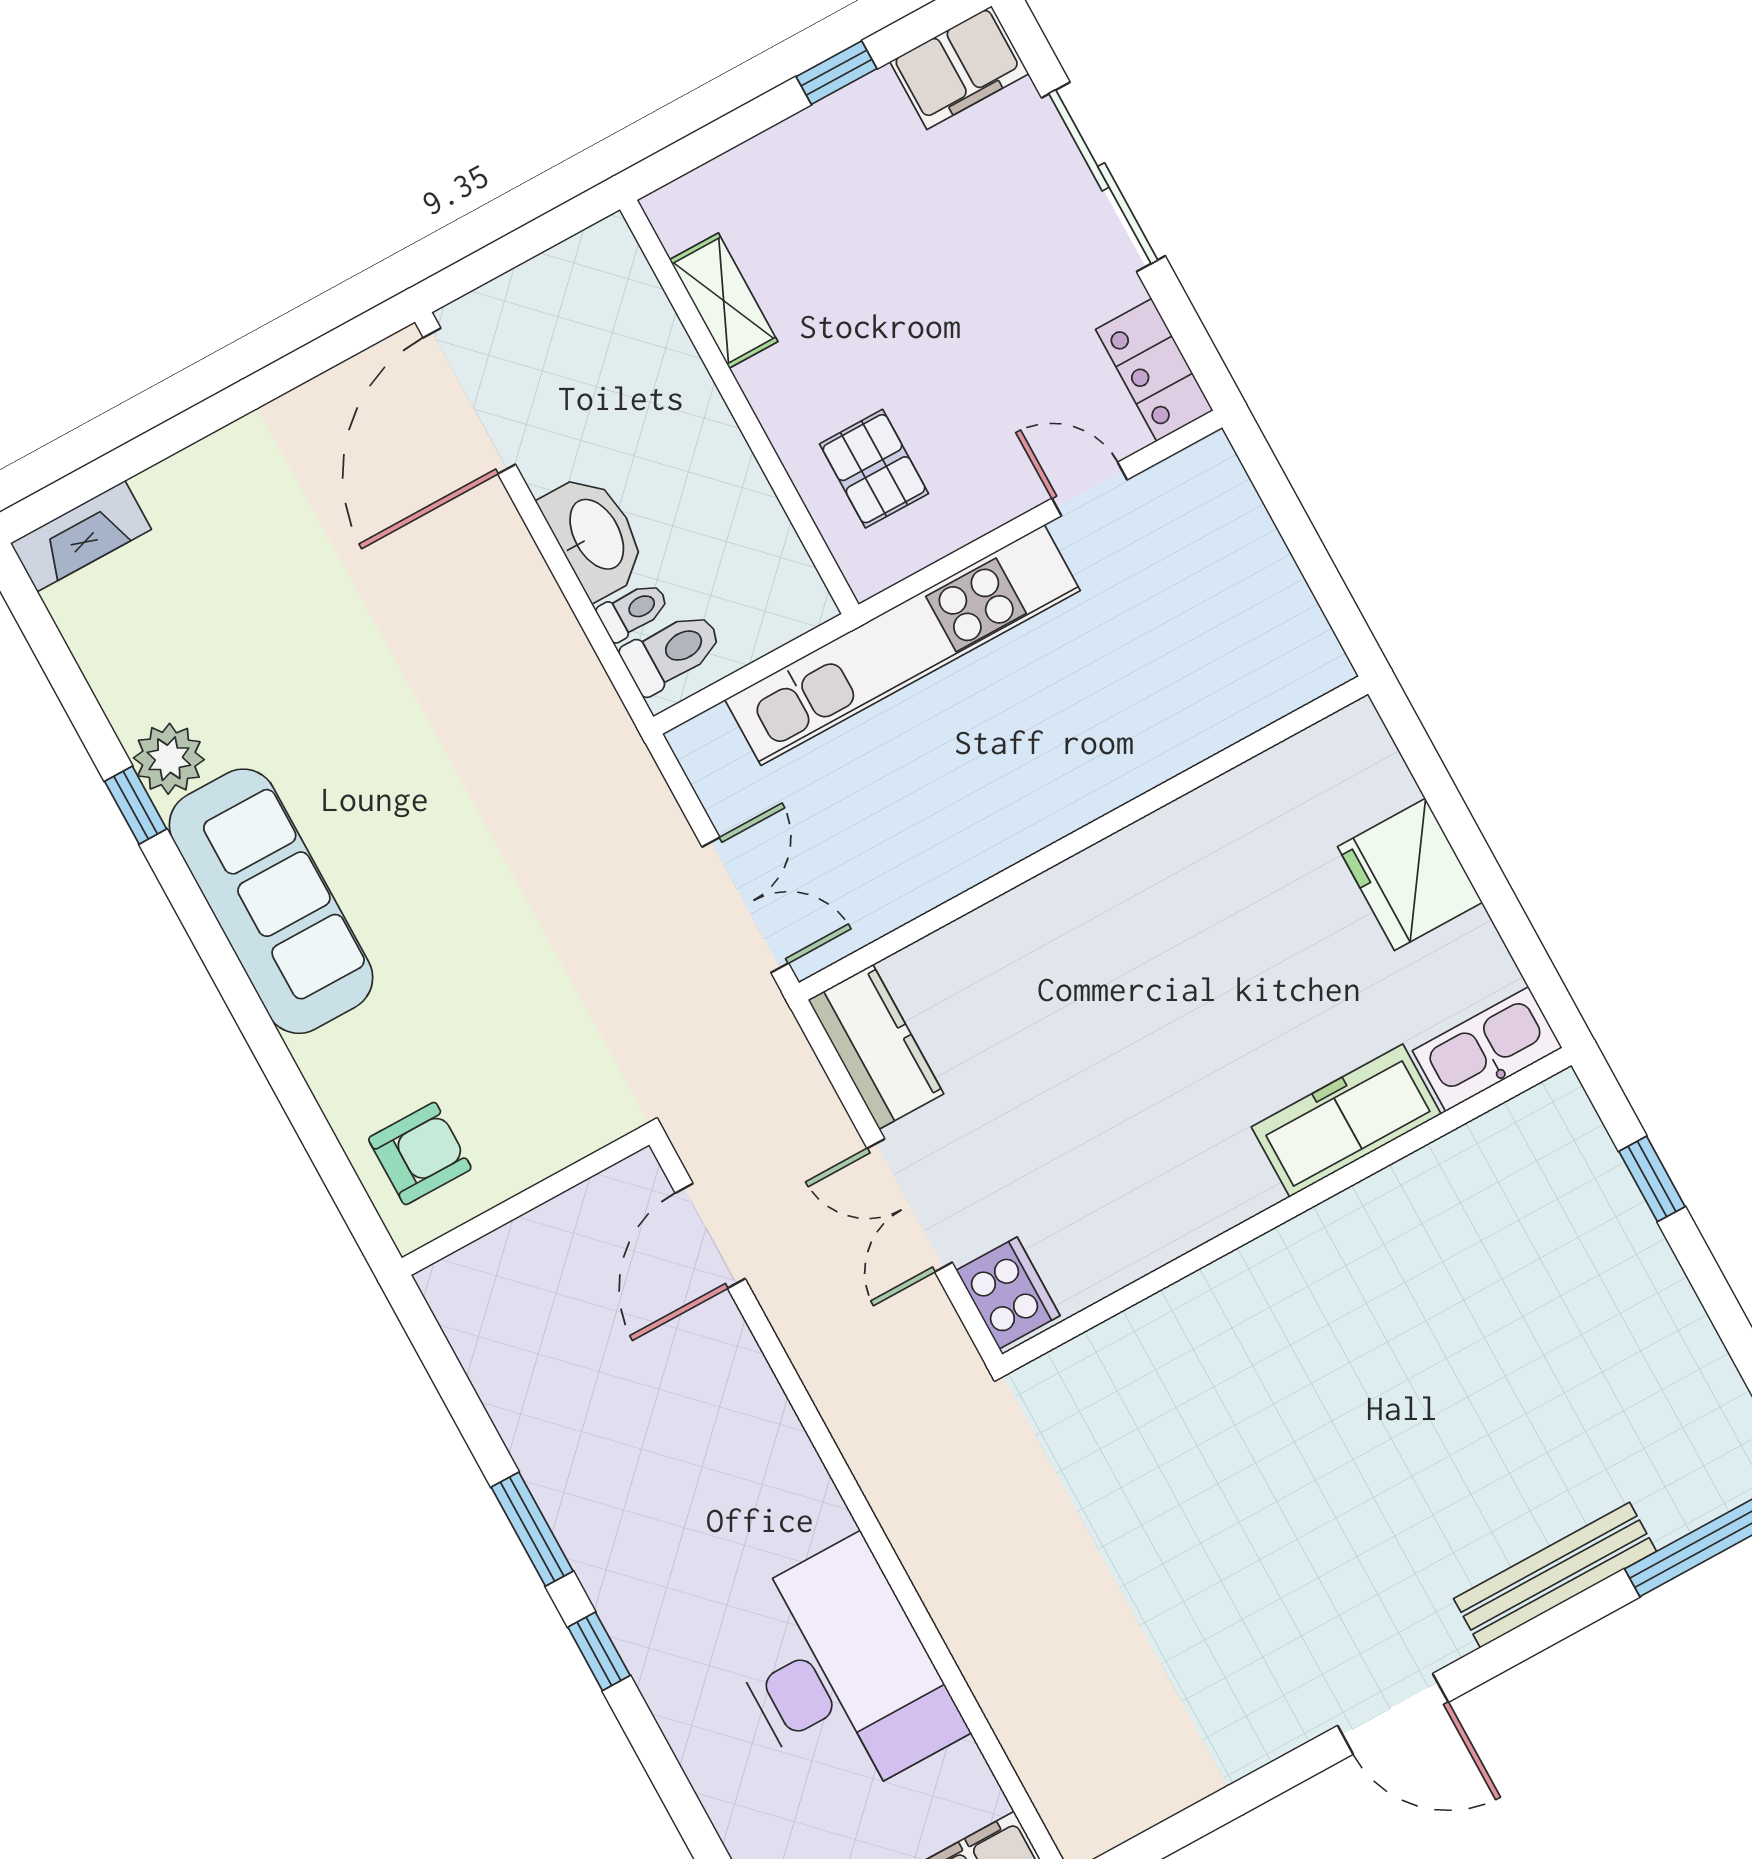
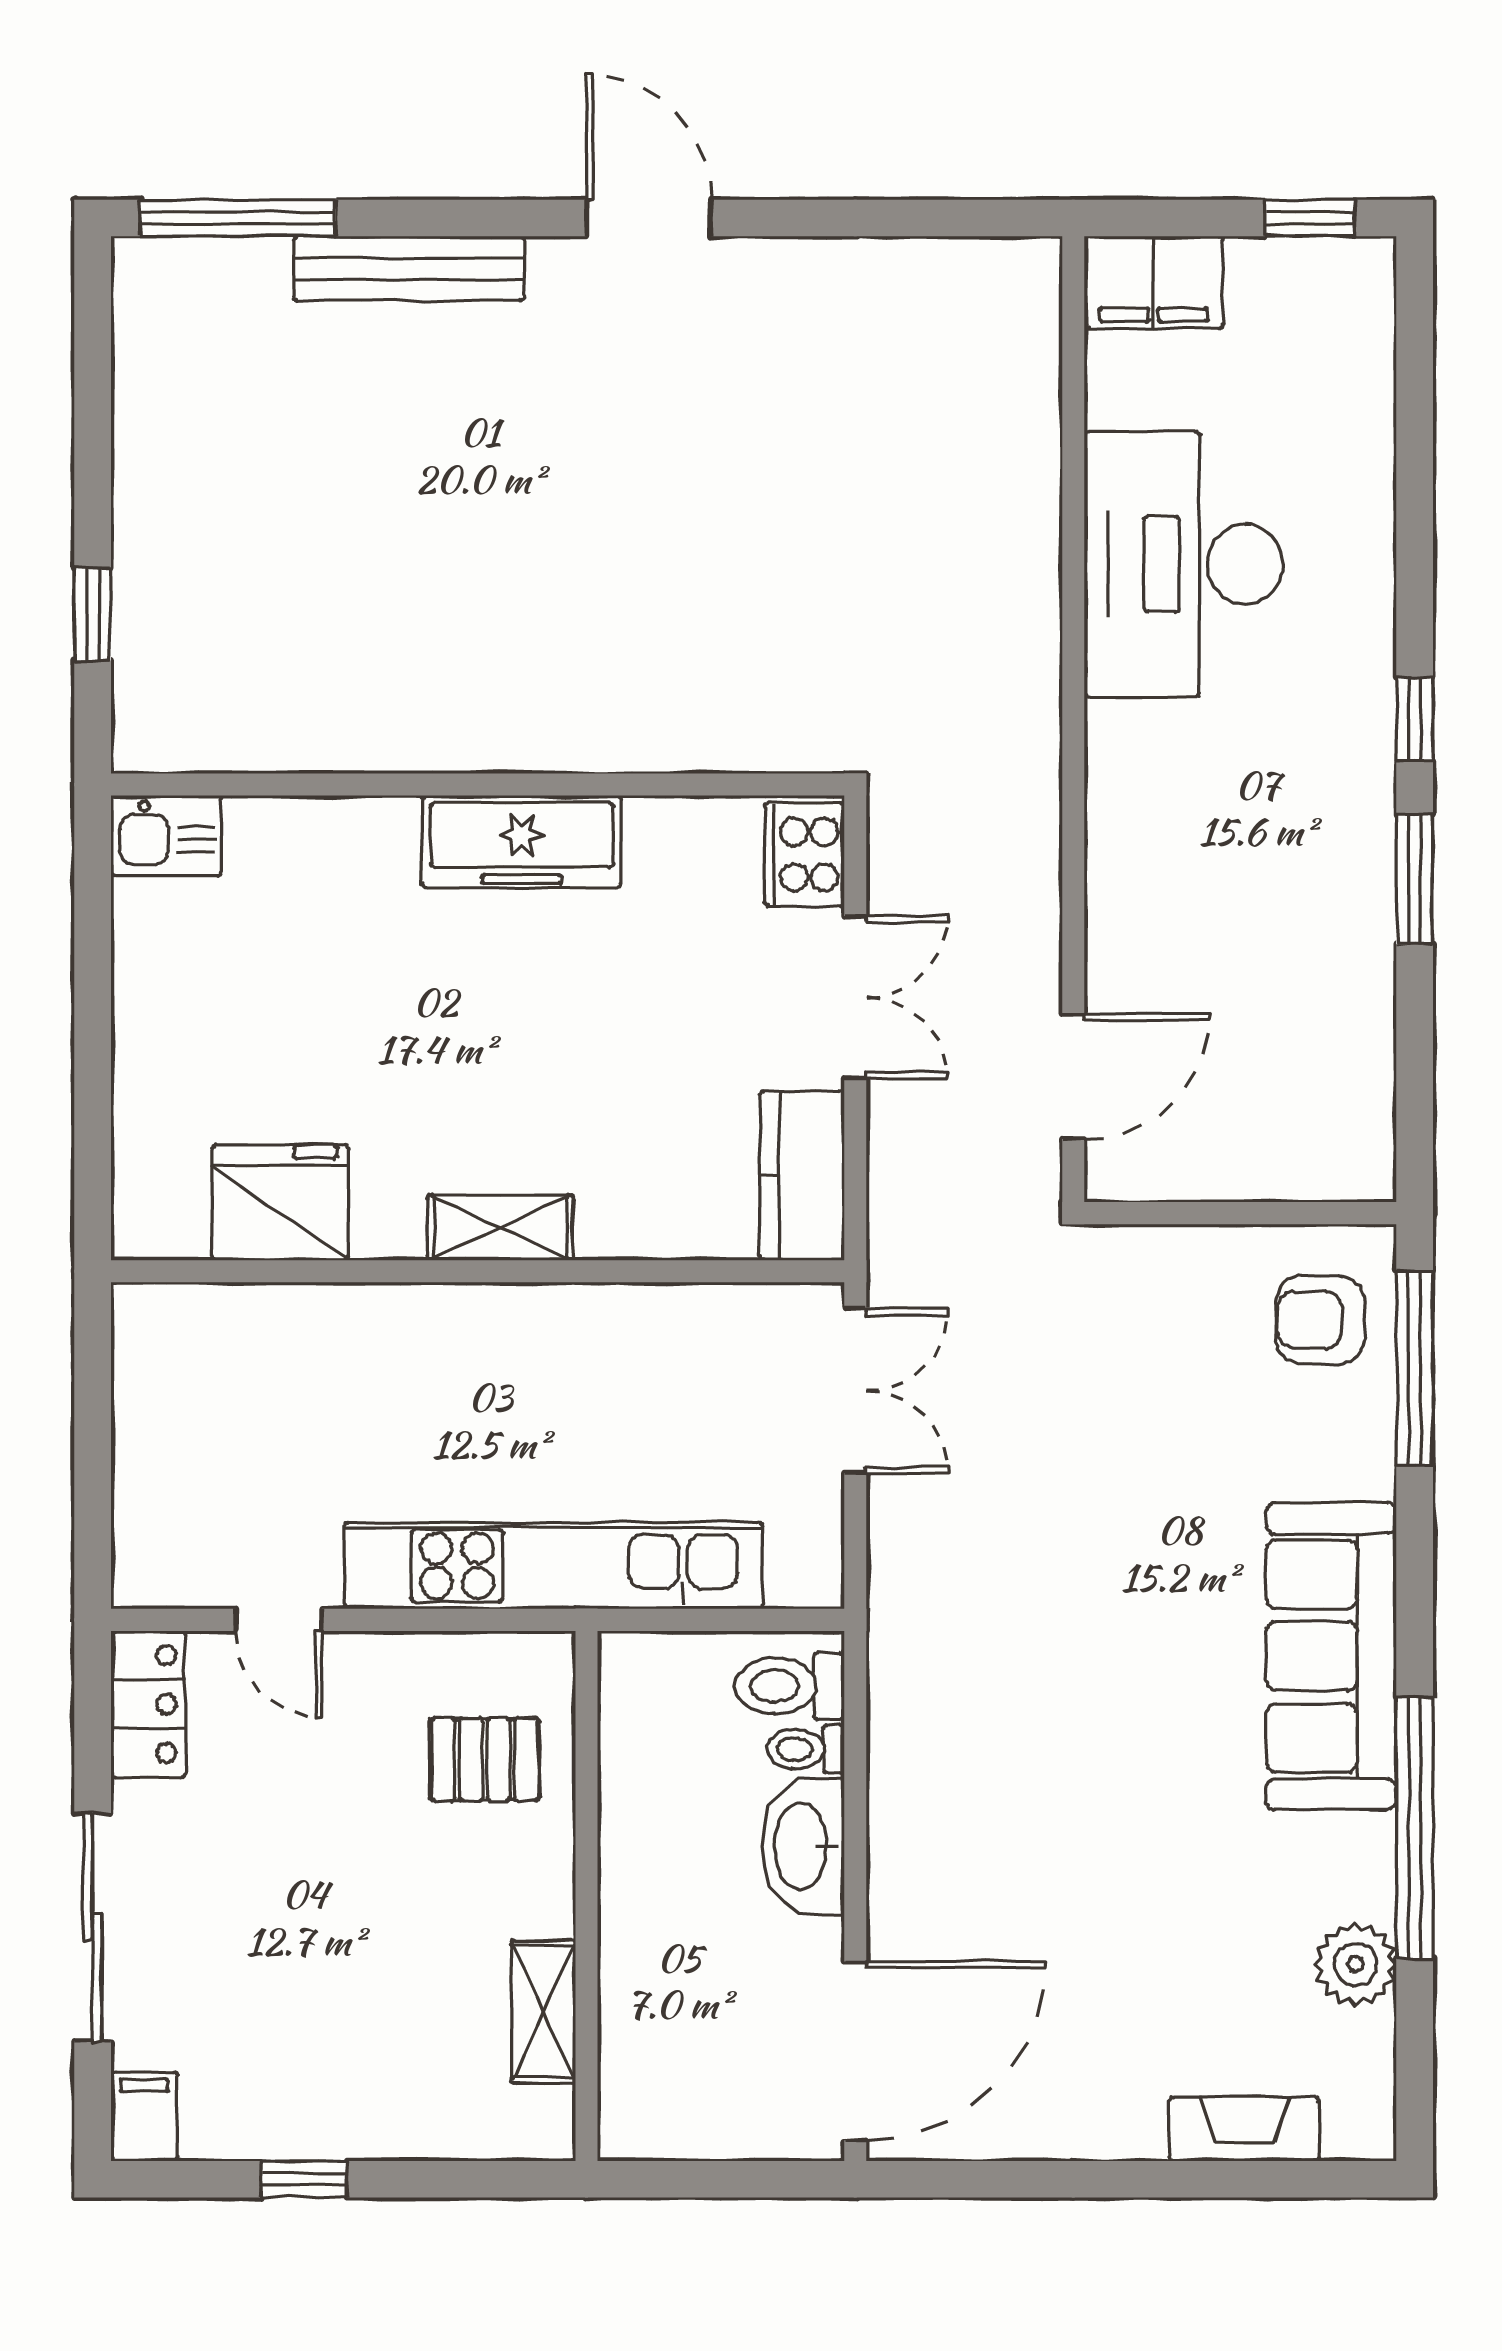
filing cabinet: (959, 68) -> (144, 2116), width x0.50
pallet: (874, 469) -> (485, 1759), turned 90
fireplace: (81, 536) -> (1244, 2129), moved
plant: (169, 759) -> (1356, 1964), moved
window: (136, 805) -> (1415, 1828), width x3.17
fridge: (1410, 874) -> (280, 1203), moved, turned -90
shelving: (1084, 881) -> (500, 1228), added
double door: (745, 905) -> (855, 1391), swing flipped
kitchen sink: (1487, 1049) -> (166, 836), width x0.73
freezer: (1346, 1121) -> (522, 842), moved
window: (328, 1156) -> (1415, 1368), added

